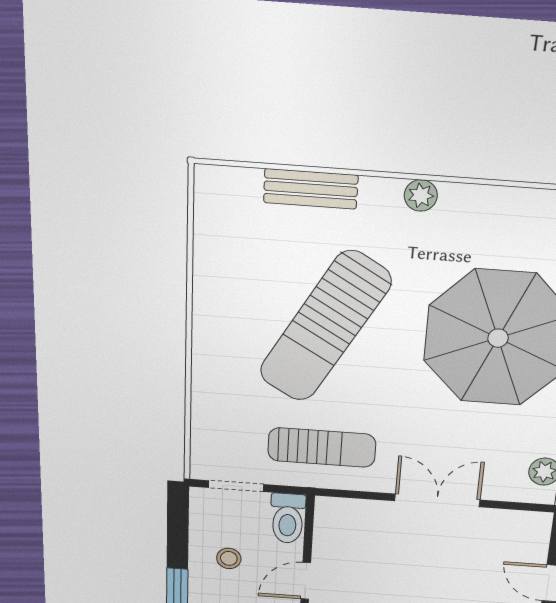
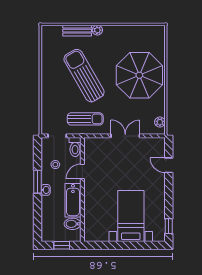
plant: (421, 195) -> (97, 30), moved
sun lounger: (325, 327) -> (84, 76), turned 120

